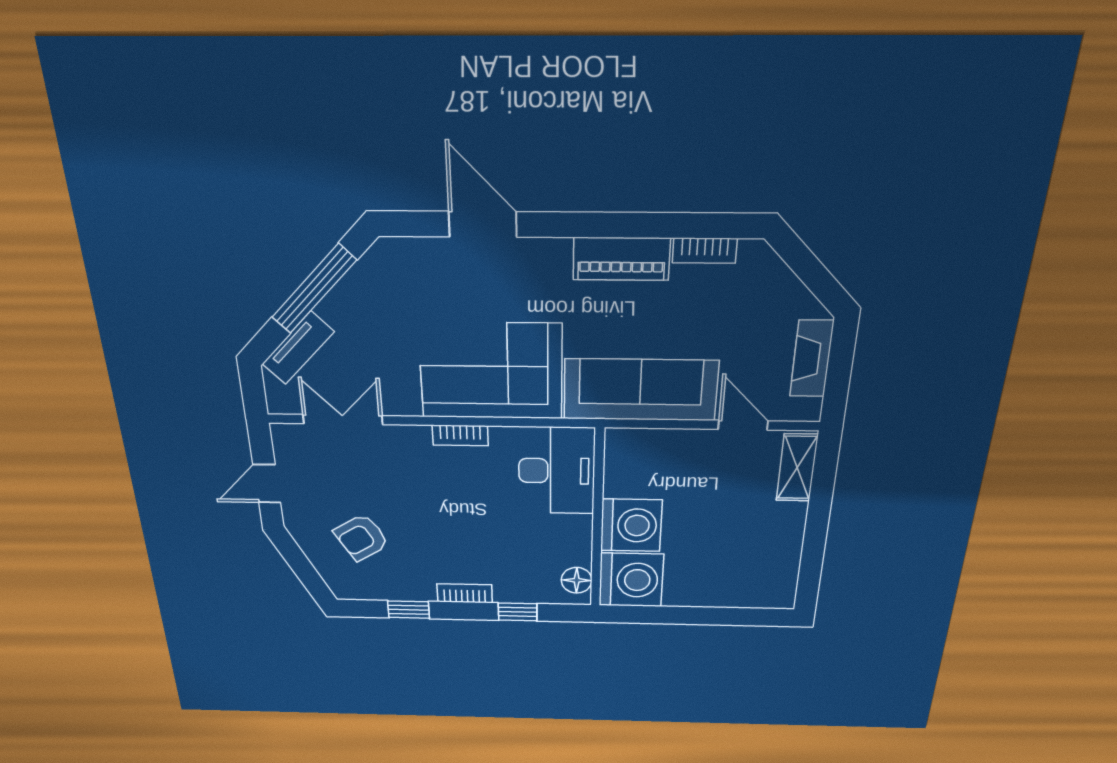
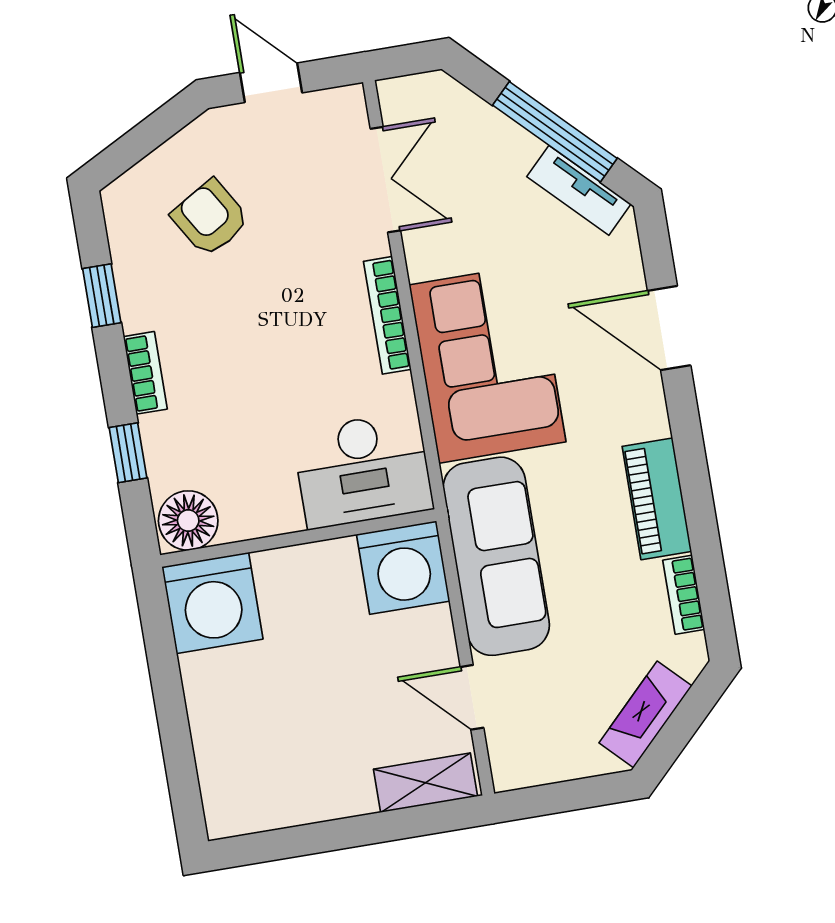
door: (483, 224) -> (669, 328), swing flipped
tv unit: (298, 348) -> (579, 190), moved
fireplace: (812, 359) -> (645, 714), moved, turned -45
door: (743, 425) -> (472, 697), swing flipped
bookcase: (460, 435) -> (387, 315), width x1.56
washing machine: (631, 525) -> (403, 568), moved
floor lamp: (577, 580) -> (188, 520), width x1.38, depth x1.38

